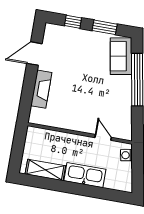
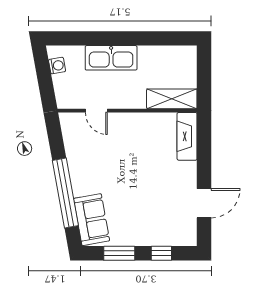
fireplace: (41, 89) -> (187, 136), moved
washing machine: (126, 155) -> (57, 66), moved
shelving: (45, 170) -> (172, 99), moved

